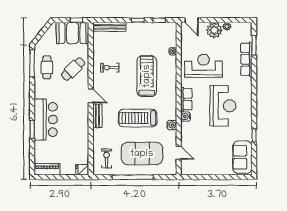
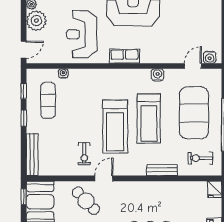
exercise mat: (152, 39) -> (48, 100), added
treadmill: (147, 76) -> (115, 127), moved, turned -90
door: (91, 96) -> (104, 178), moved
bench: (97, 116) -> (162, 170), moved
water cooler: (186, 116) -> (210, 57), moved

